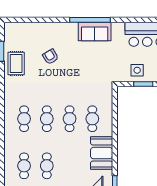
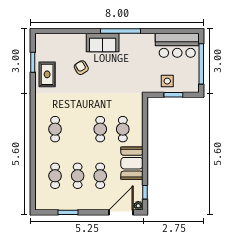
sofa: (95, 31) -> (103, 43), moved
cafe table: (47, 119) -> (100, 176), moved

